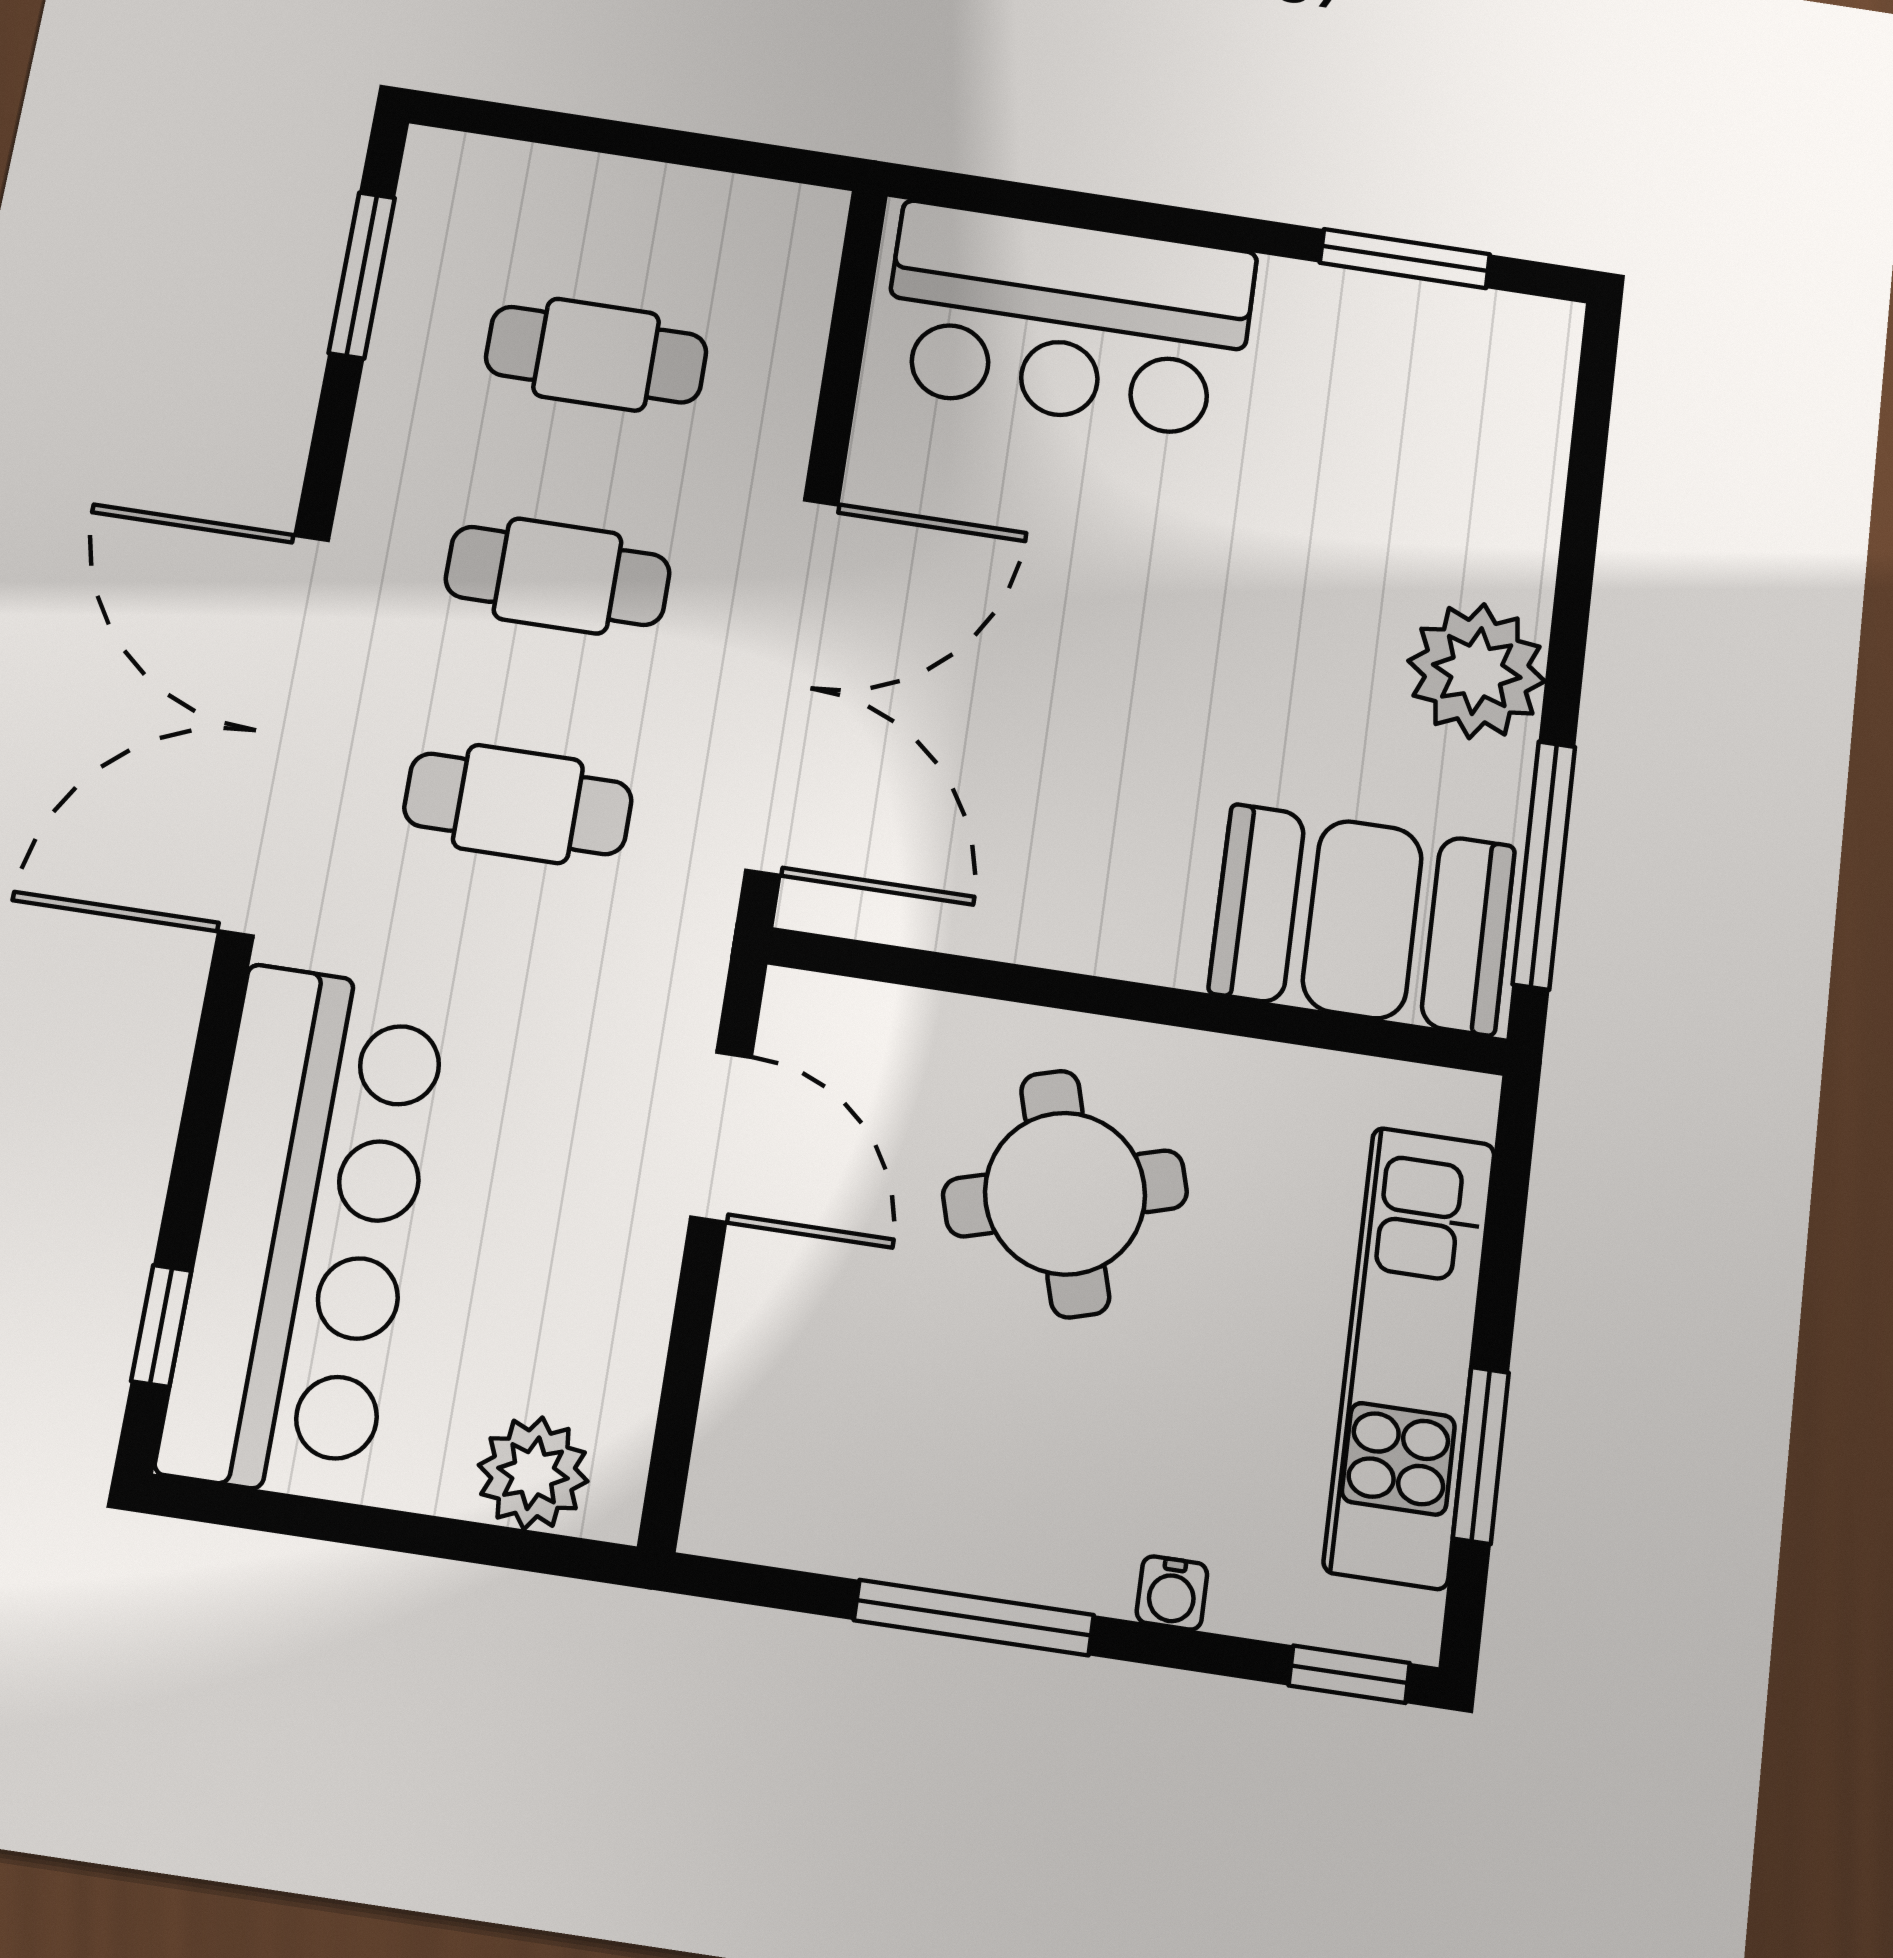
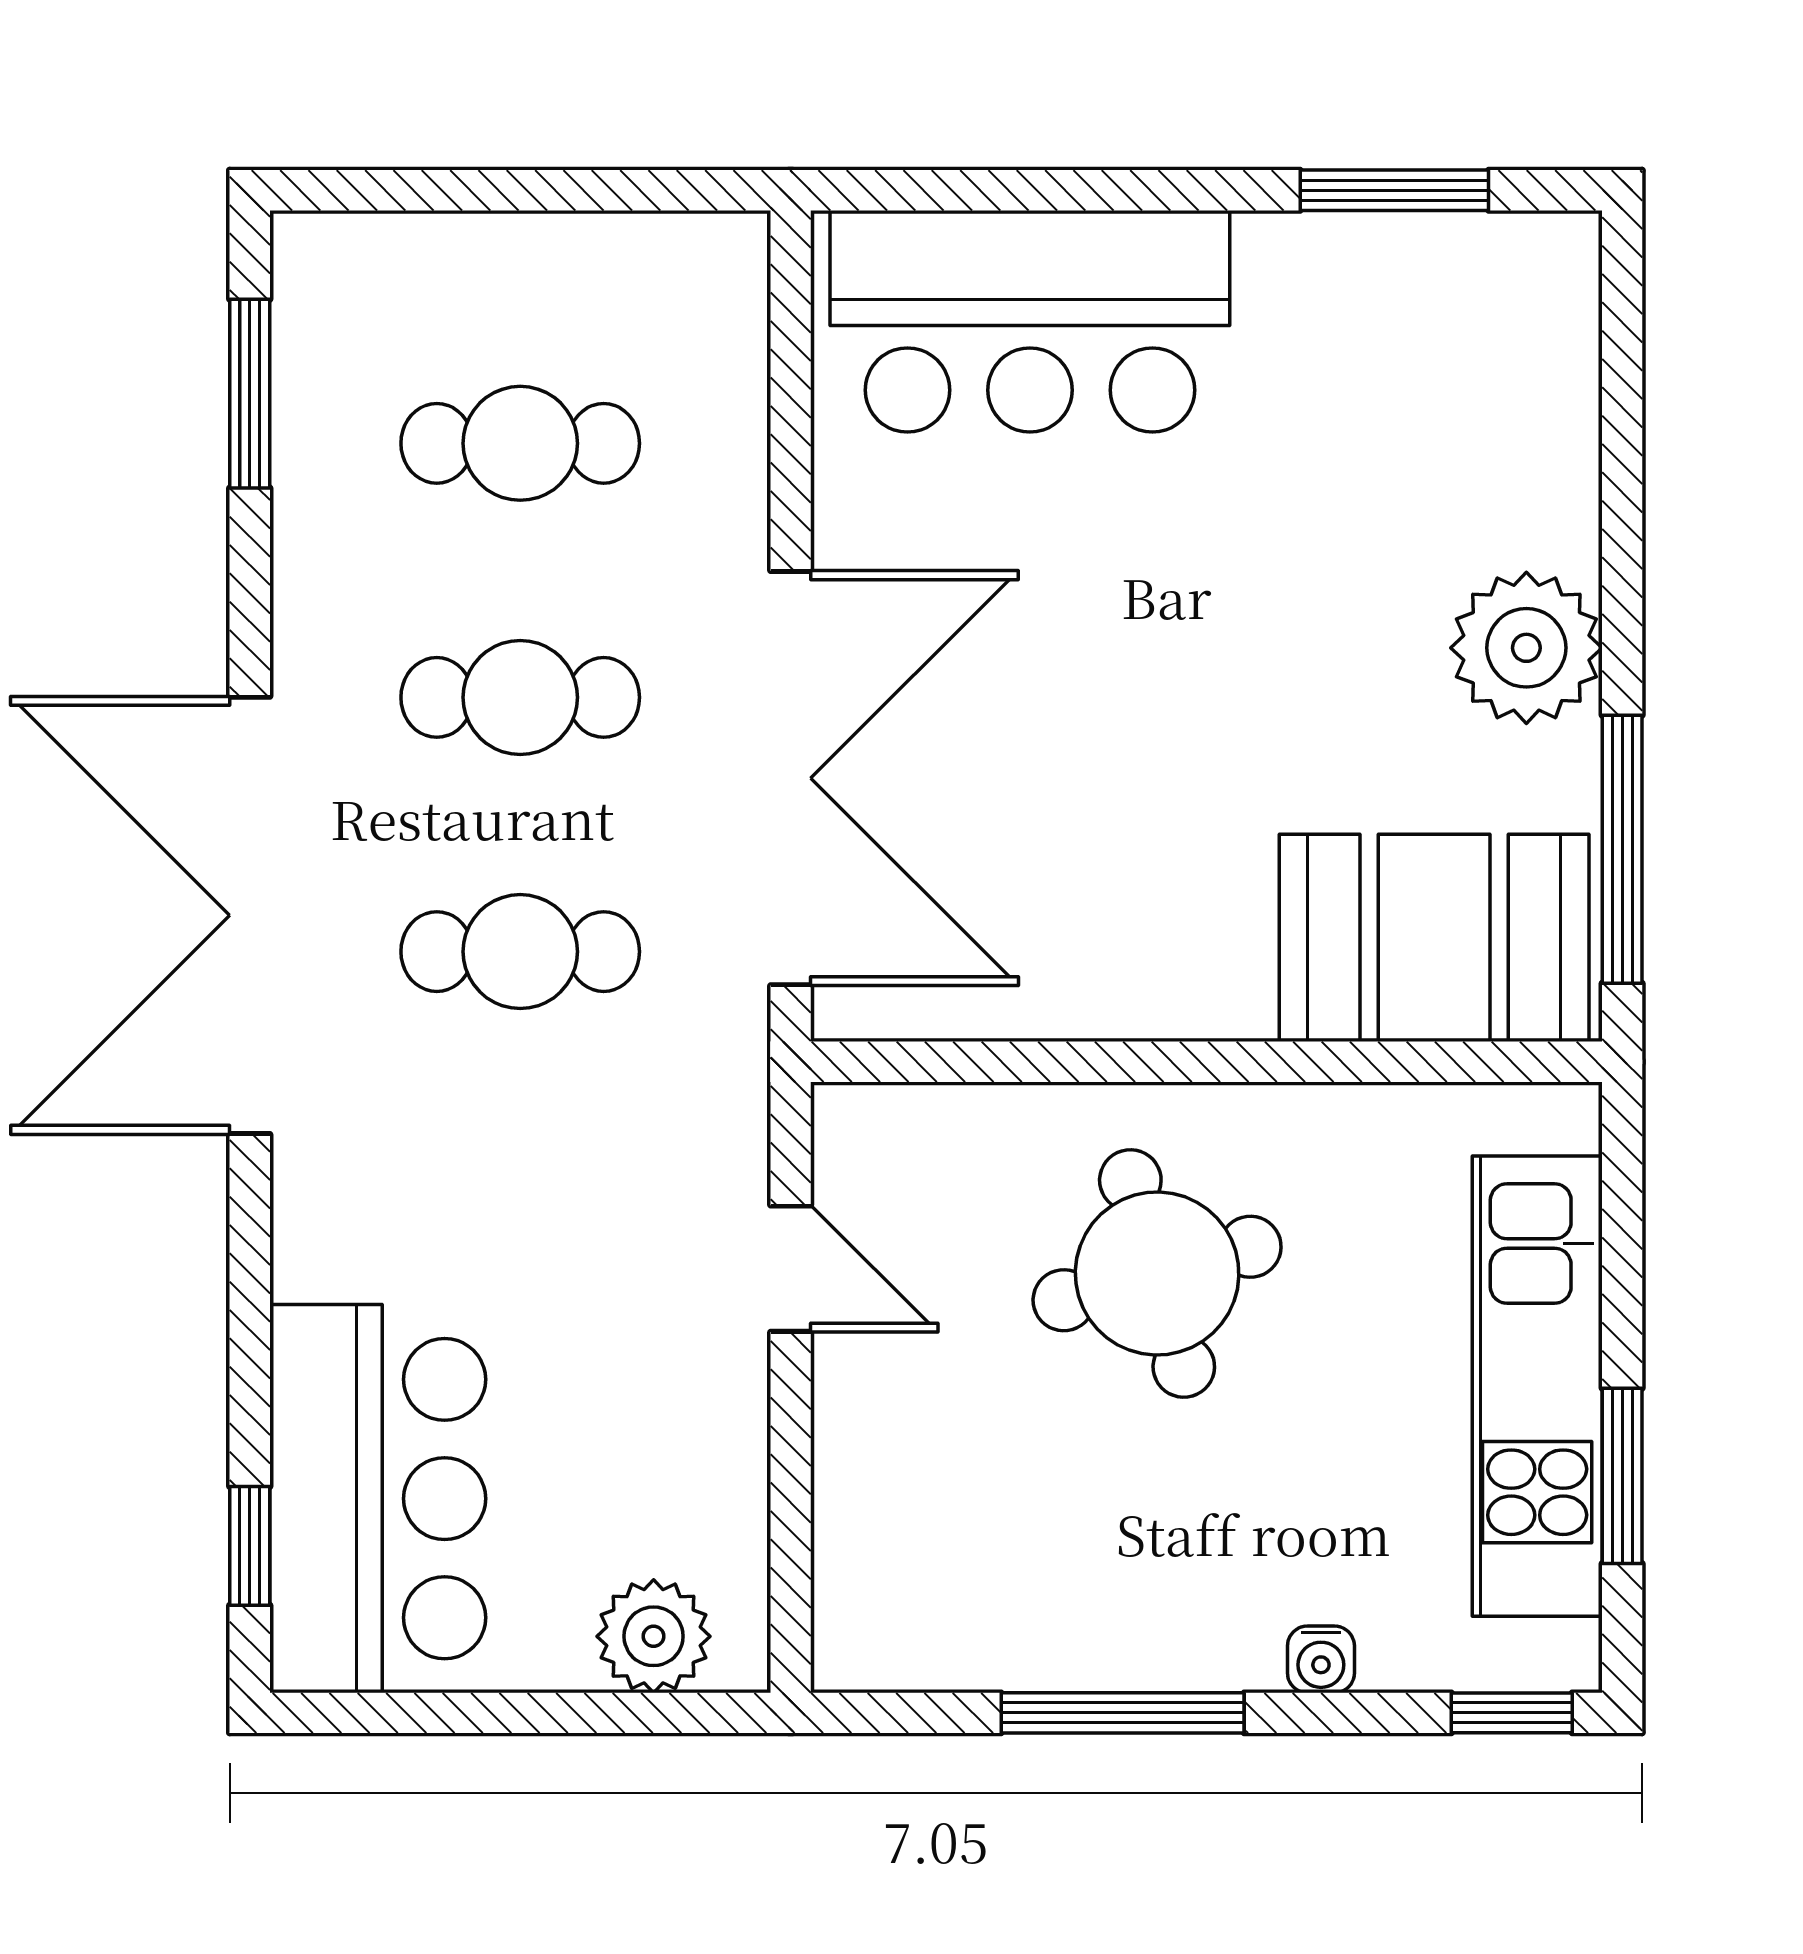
door: (721, 1137) -> (791, 1269), width x0.73
bar counter: (305, 1230) -> (378, 1499), width x0.73

